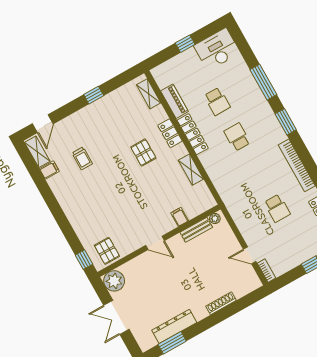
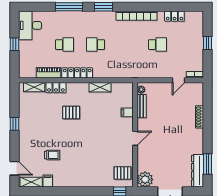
locker: (170, 133) -> (56, 88), moved
dresser: (174, 326) -> (197, 171), moved

